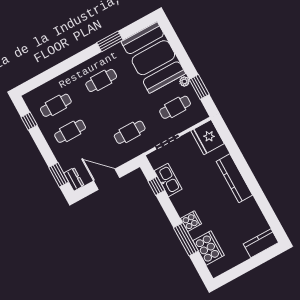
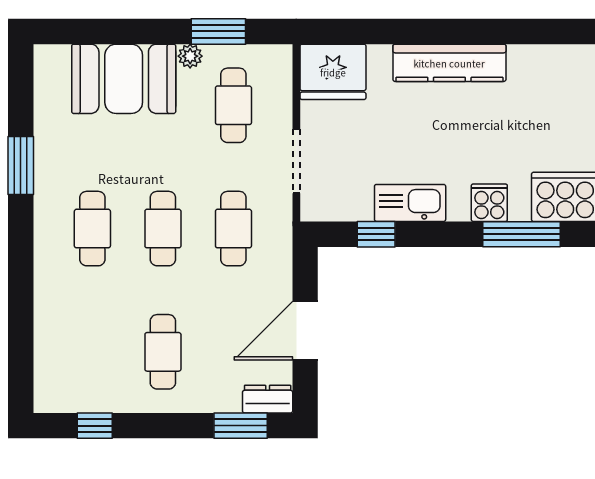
booth: (153, 58) -> (124, 79), width x0.73, depth x0.70
cafe table: (56, 105) -> (163, 229), moved
kitchen sink: (168, 180) -> (410, 203), moved

